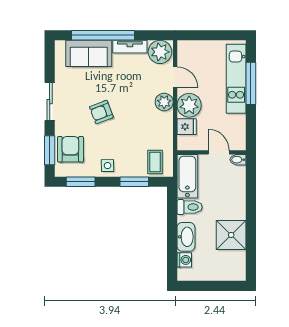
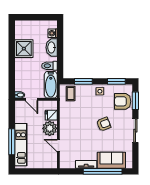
plant: (160, 52) -> (68, 161), removed
plant: (164, 102) -> (65, 130), removed
armchair: (70, 149) -> (123, 101), turned 90

